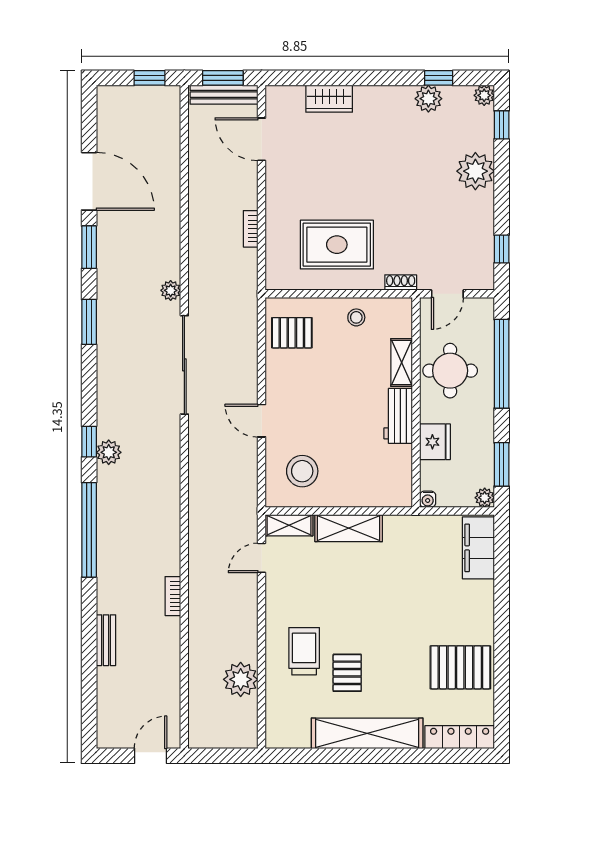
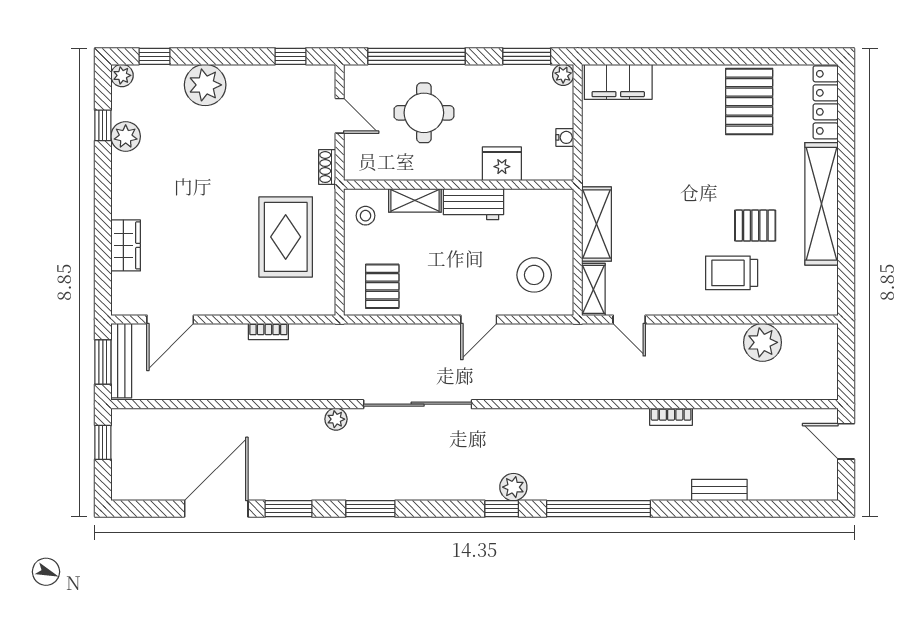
shelving: (402, 363) -> (415, 200), moved
wall: (416, 402) -> (459, 185), moved
workbench: (398, 416) -> (473, 204), moved
fridge: (435, 442) -> (502, 164), moved

